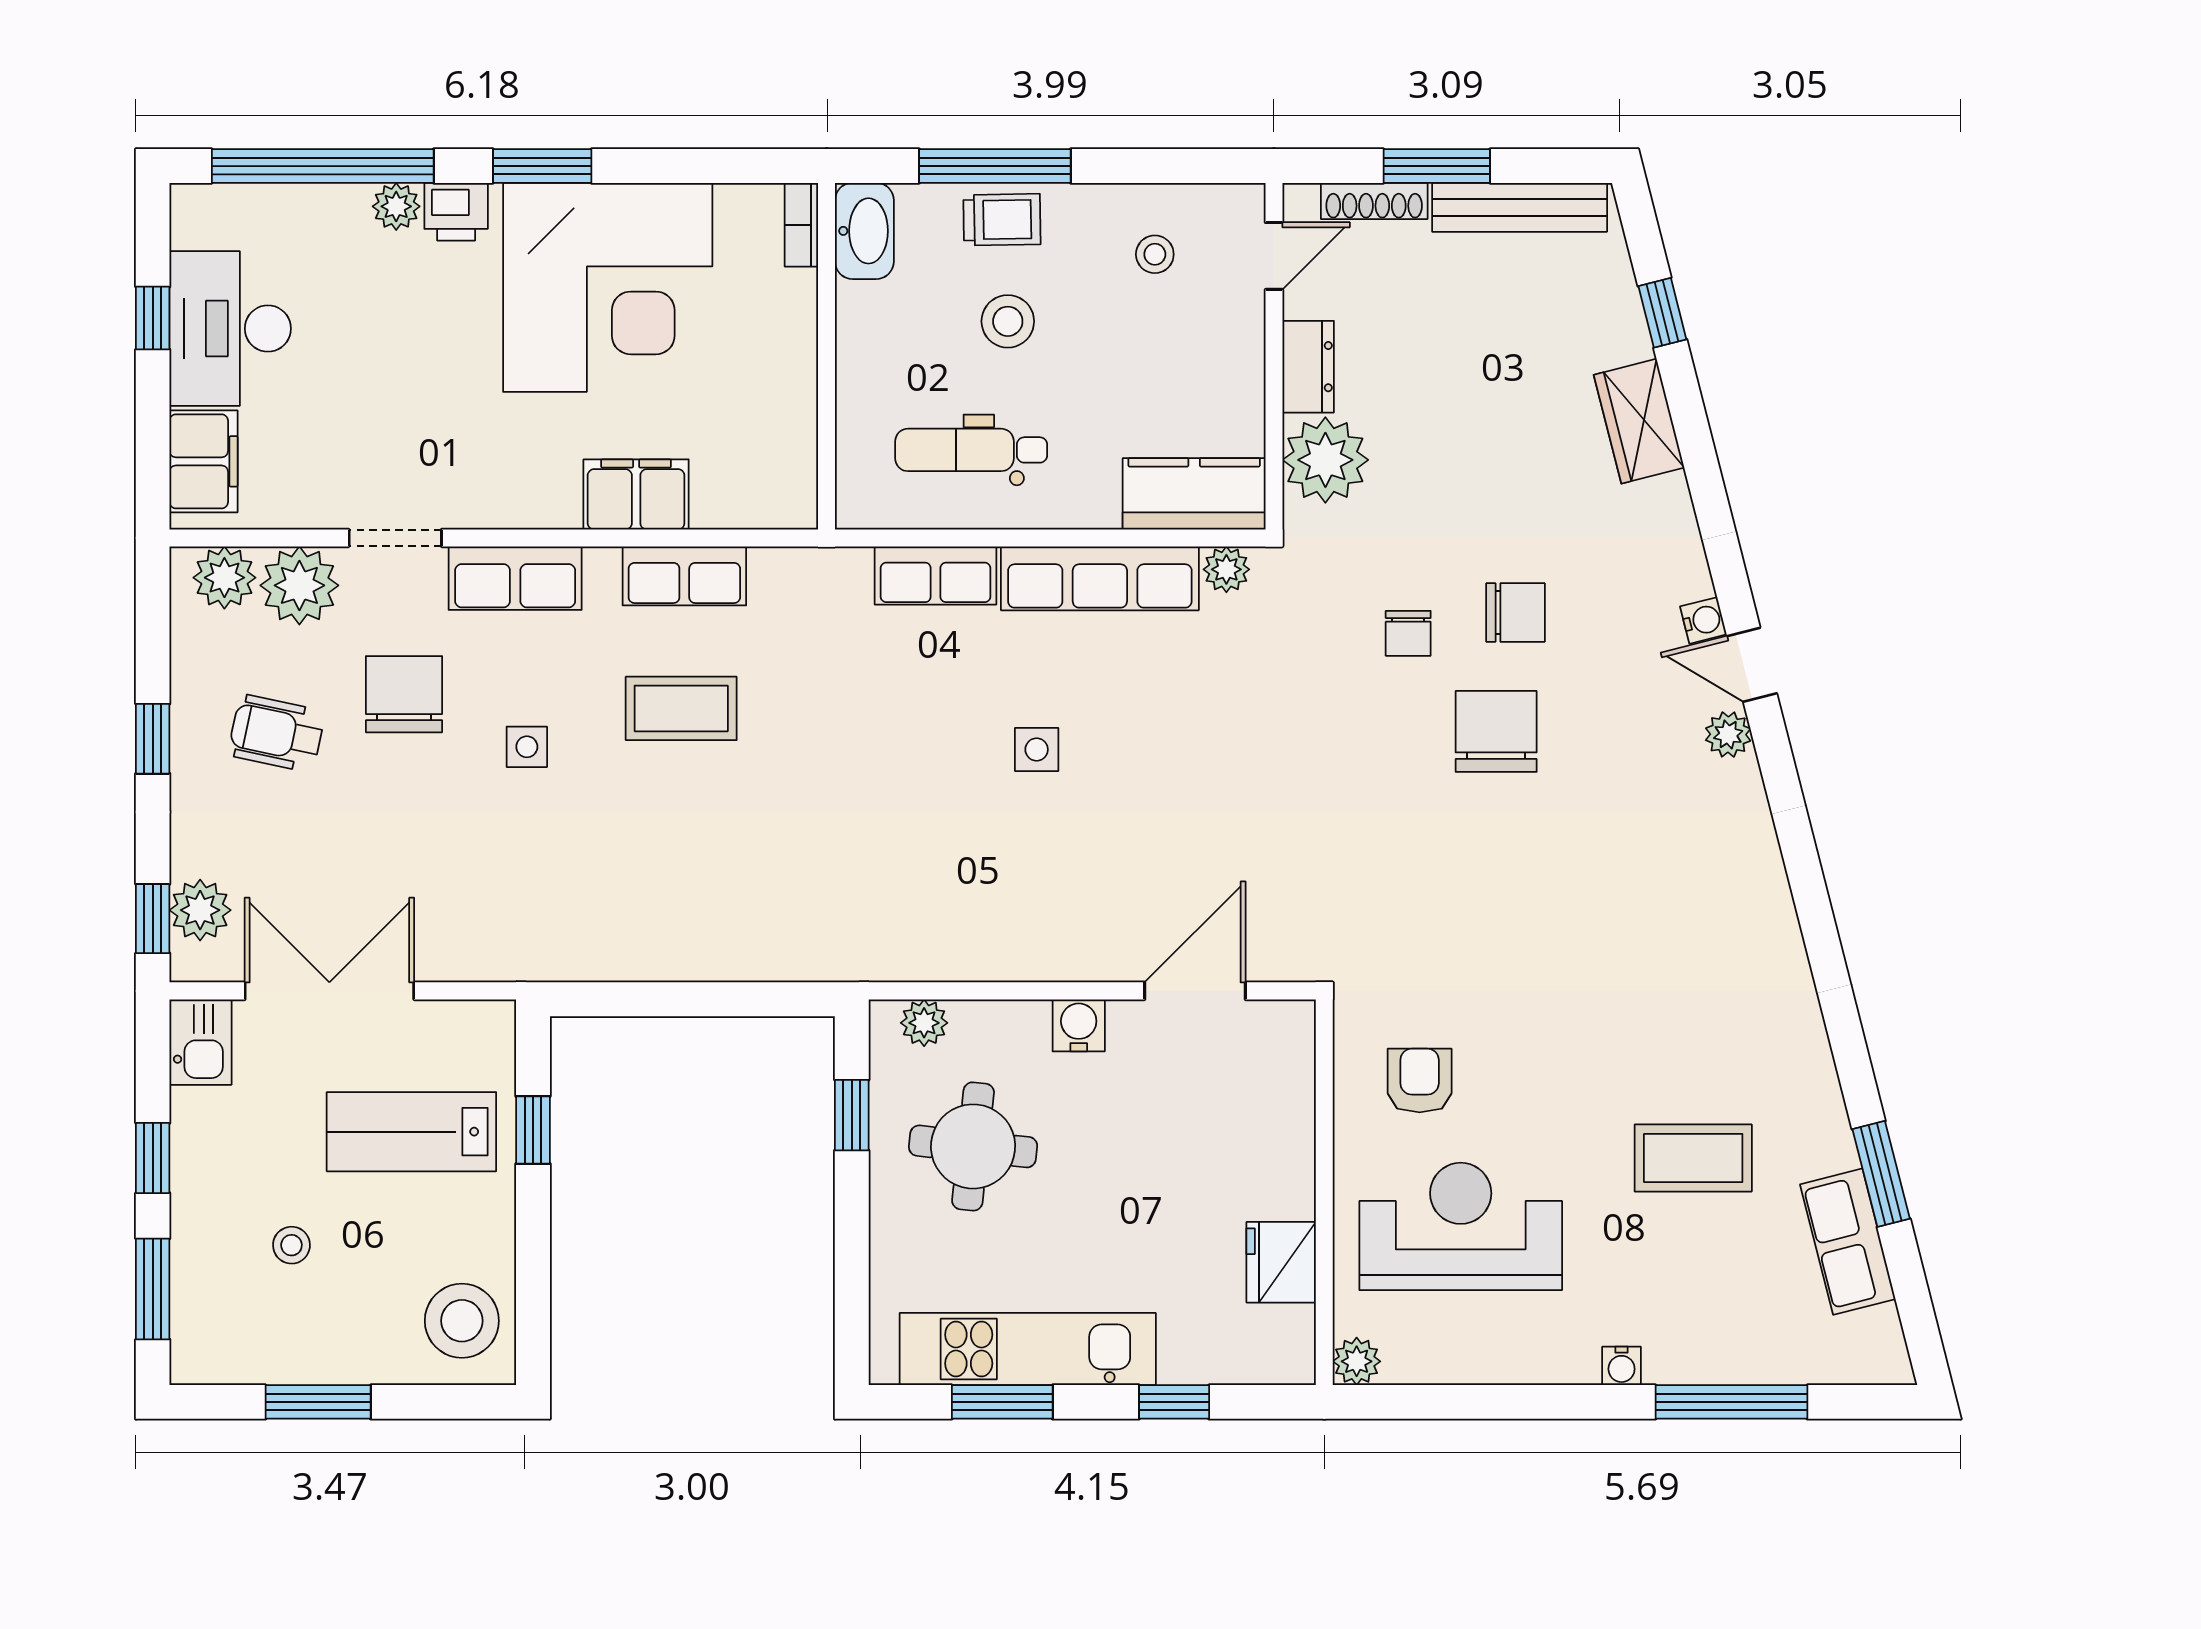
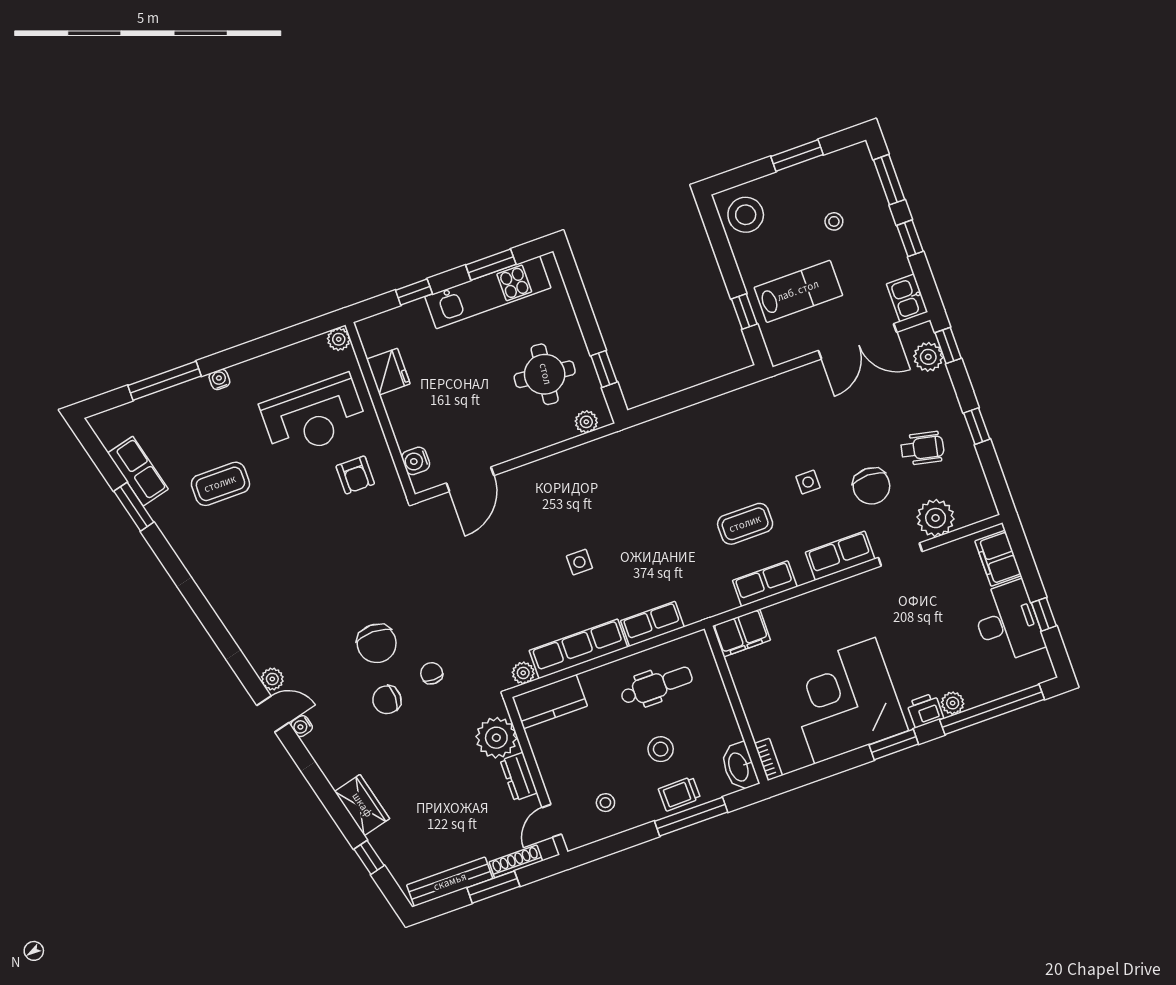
filing cabinet: (636, 494) -> (741, 633), moved
plant: (224, 578) -> (970, 510), removed
water cooler: (1079, 1025) -> (416, 461), moved, turned 90

